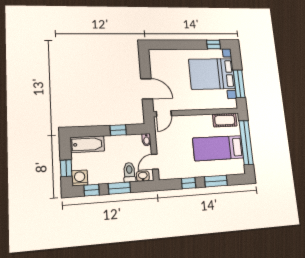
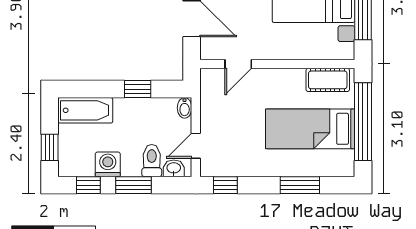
door: (164, 114) -> (238, 64), moved
washing machine: (80, 178) -> (108, 164), moved
window: (189, 183) -> (225, 185), moved

